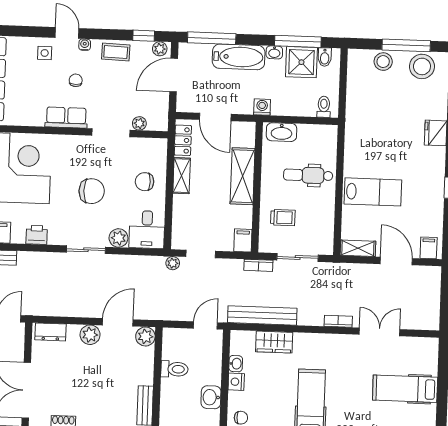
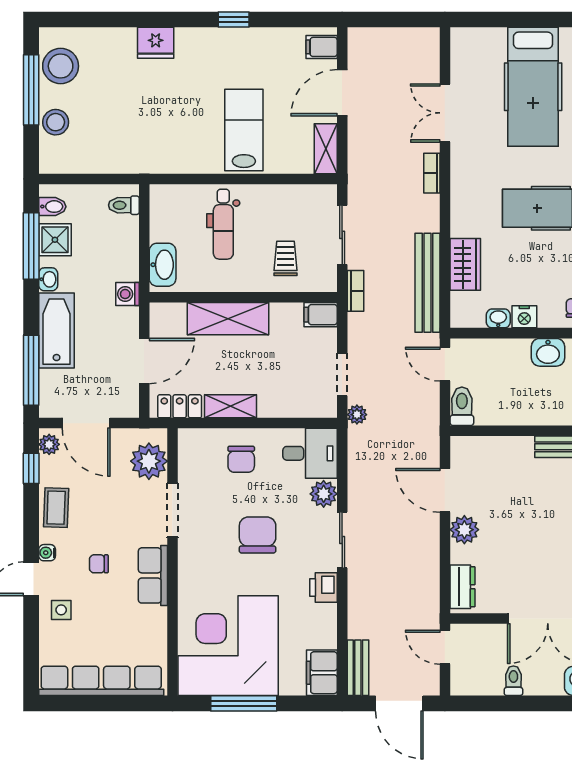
shower: (301, 62) -> (55, 240), width x0.73, depth x0.73
plant: (139, 123) -> (149, 461), width x1.88, depth x1.88
printer: (37, 235) -> (323, 587), moved
plant: (145, 336) -> (464, 450), removed
toilet: (174, 369) -> (462, 406), moved
hospital bed: (405, 389) -> (533, 87), width x1.37, depth x1.29

